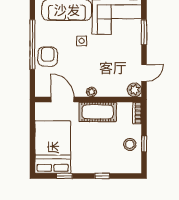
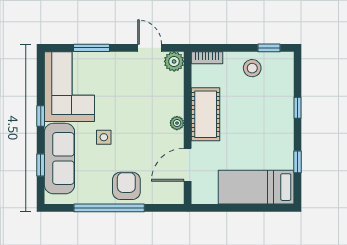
armchair: (48, 57) -> (126, 186), turned 90
window: (144, 144) -> (269, 48), moved
bed: (53, 147) -> (256, 187), width x0.67

